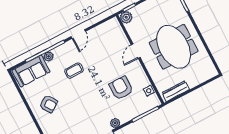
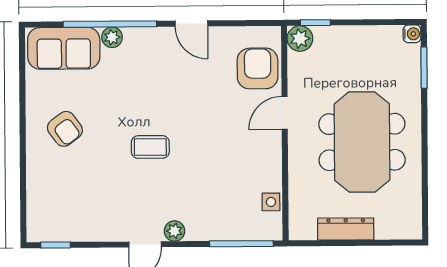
door: (78, 34) -> (191, 24), hinge flipped
coffee table: (74, 71) -> (150, 147), moved
armchair: (121, 88) -> (258, 68), moved
dresser: (176, 91) -> (346, 229), moved

